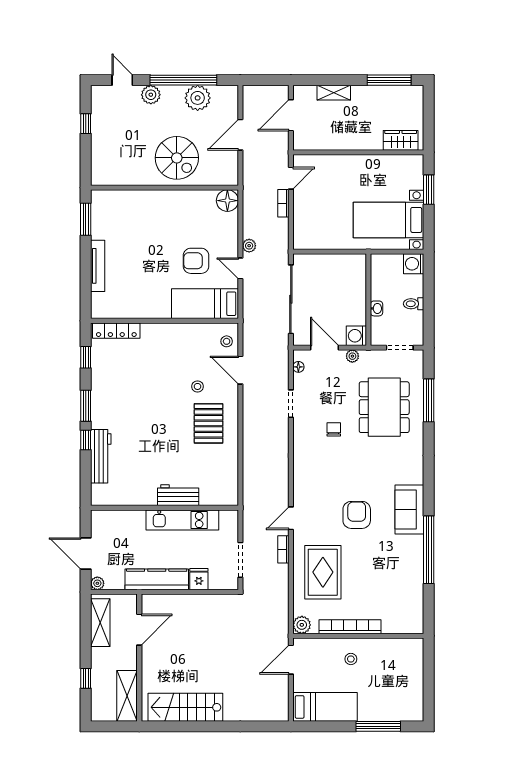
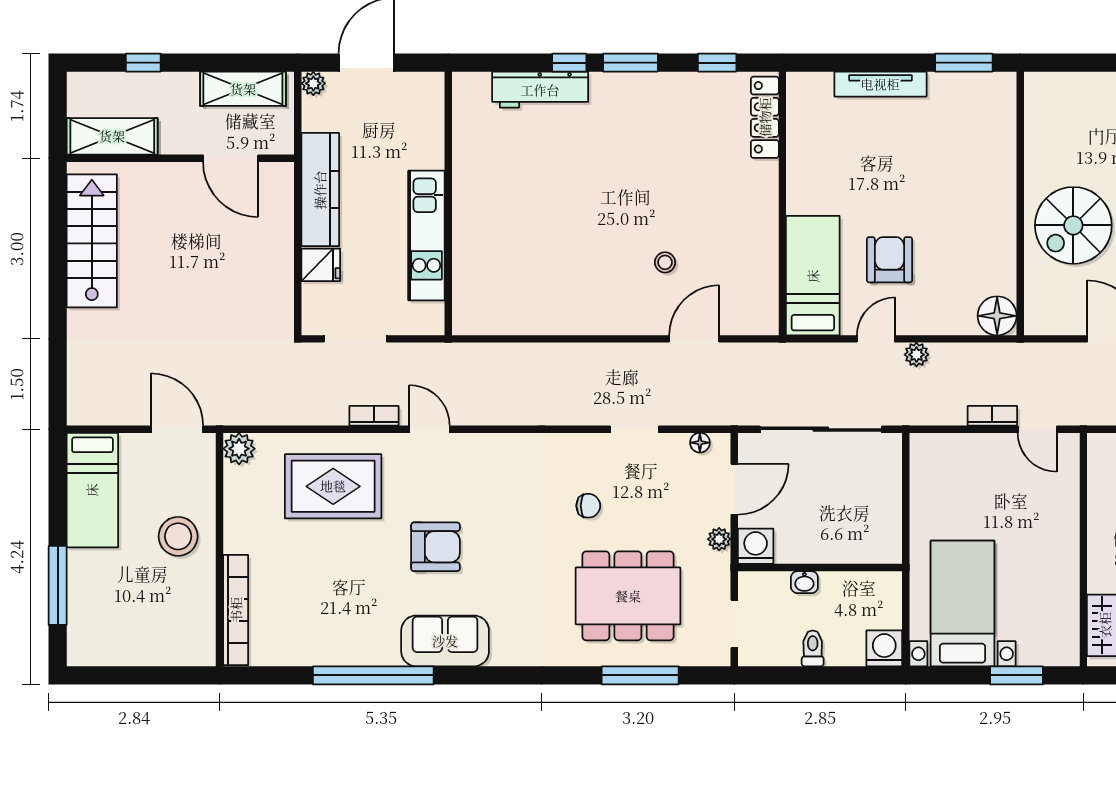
stool: (227, 341) -> (746, 314), removed
pallet: (209, 423) -> (599, 282), removed
workbench: (178, 495) -> (471, 228), removed
bookcase: (350, 627) -> (236, 610), moved
stool: (351, 659) -> (178, 536), width x1.89, depth x1.89

